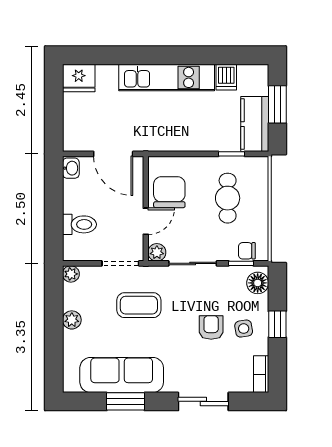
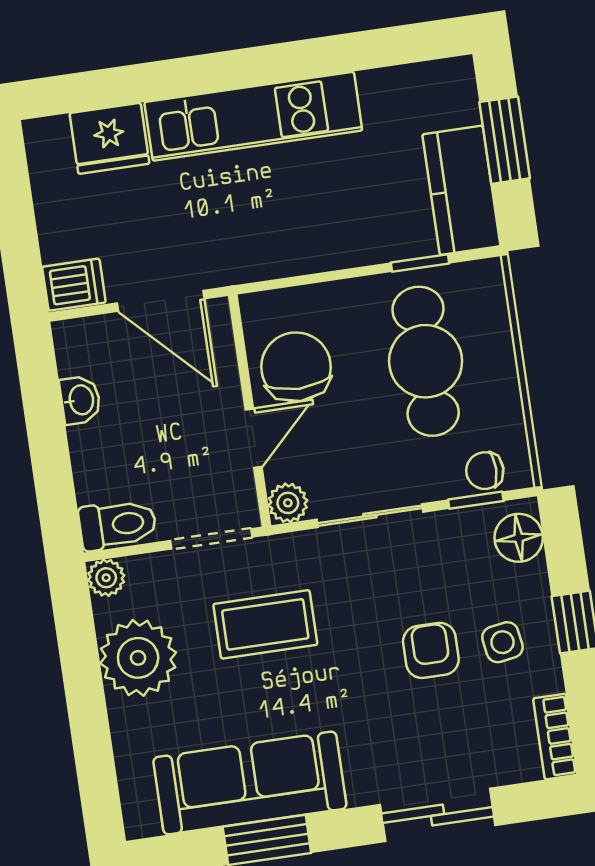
dishwasher: (226, 77) -> (74, 285), moved, turned -90
fridge: (79, 78) -> (109, 138), moved
washbasin: (71, 168) -> (80, 400), moved
cafe table: (228, 198) -> (426, 361), width x1.37, depth x1.35
toilet: (79, 224) -> (118, 525), moved
plant: (72, 320) -> (138, 658), width x1.88, depth x1.88

